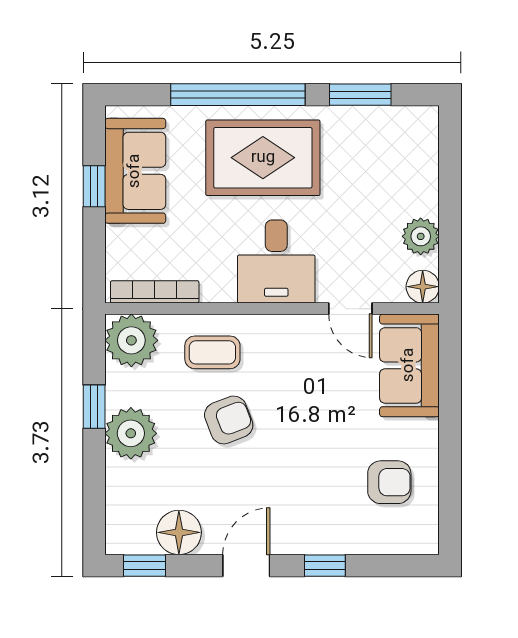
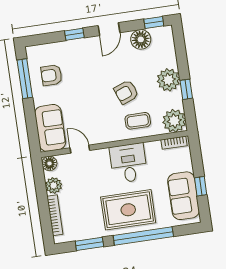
bookcase: (428, 170) -> (55, 215), added
desk: (276, 262) -> (129, 163), moved
bookcase: (155, 292) -> (174, 143), width x0.64
window: (450, 483) -> (25, 79), added

